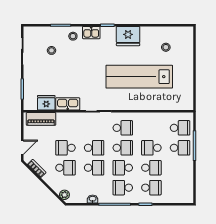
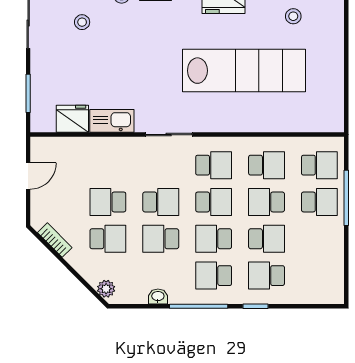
lab bench: (139, 77) -> (244, 71), turned 180
piano: (41, 119) -> (63, 149), removed
school desk: (151, 128) -> (267, 165), added
door: (22, 147) -> (28, 176), moved
school desk: (94, 168) -> (161, 239), turned 180
school desk: (151, 188) -> (267, 276), turned 180

